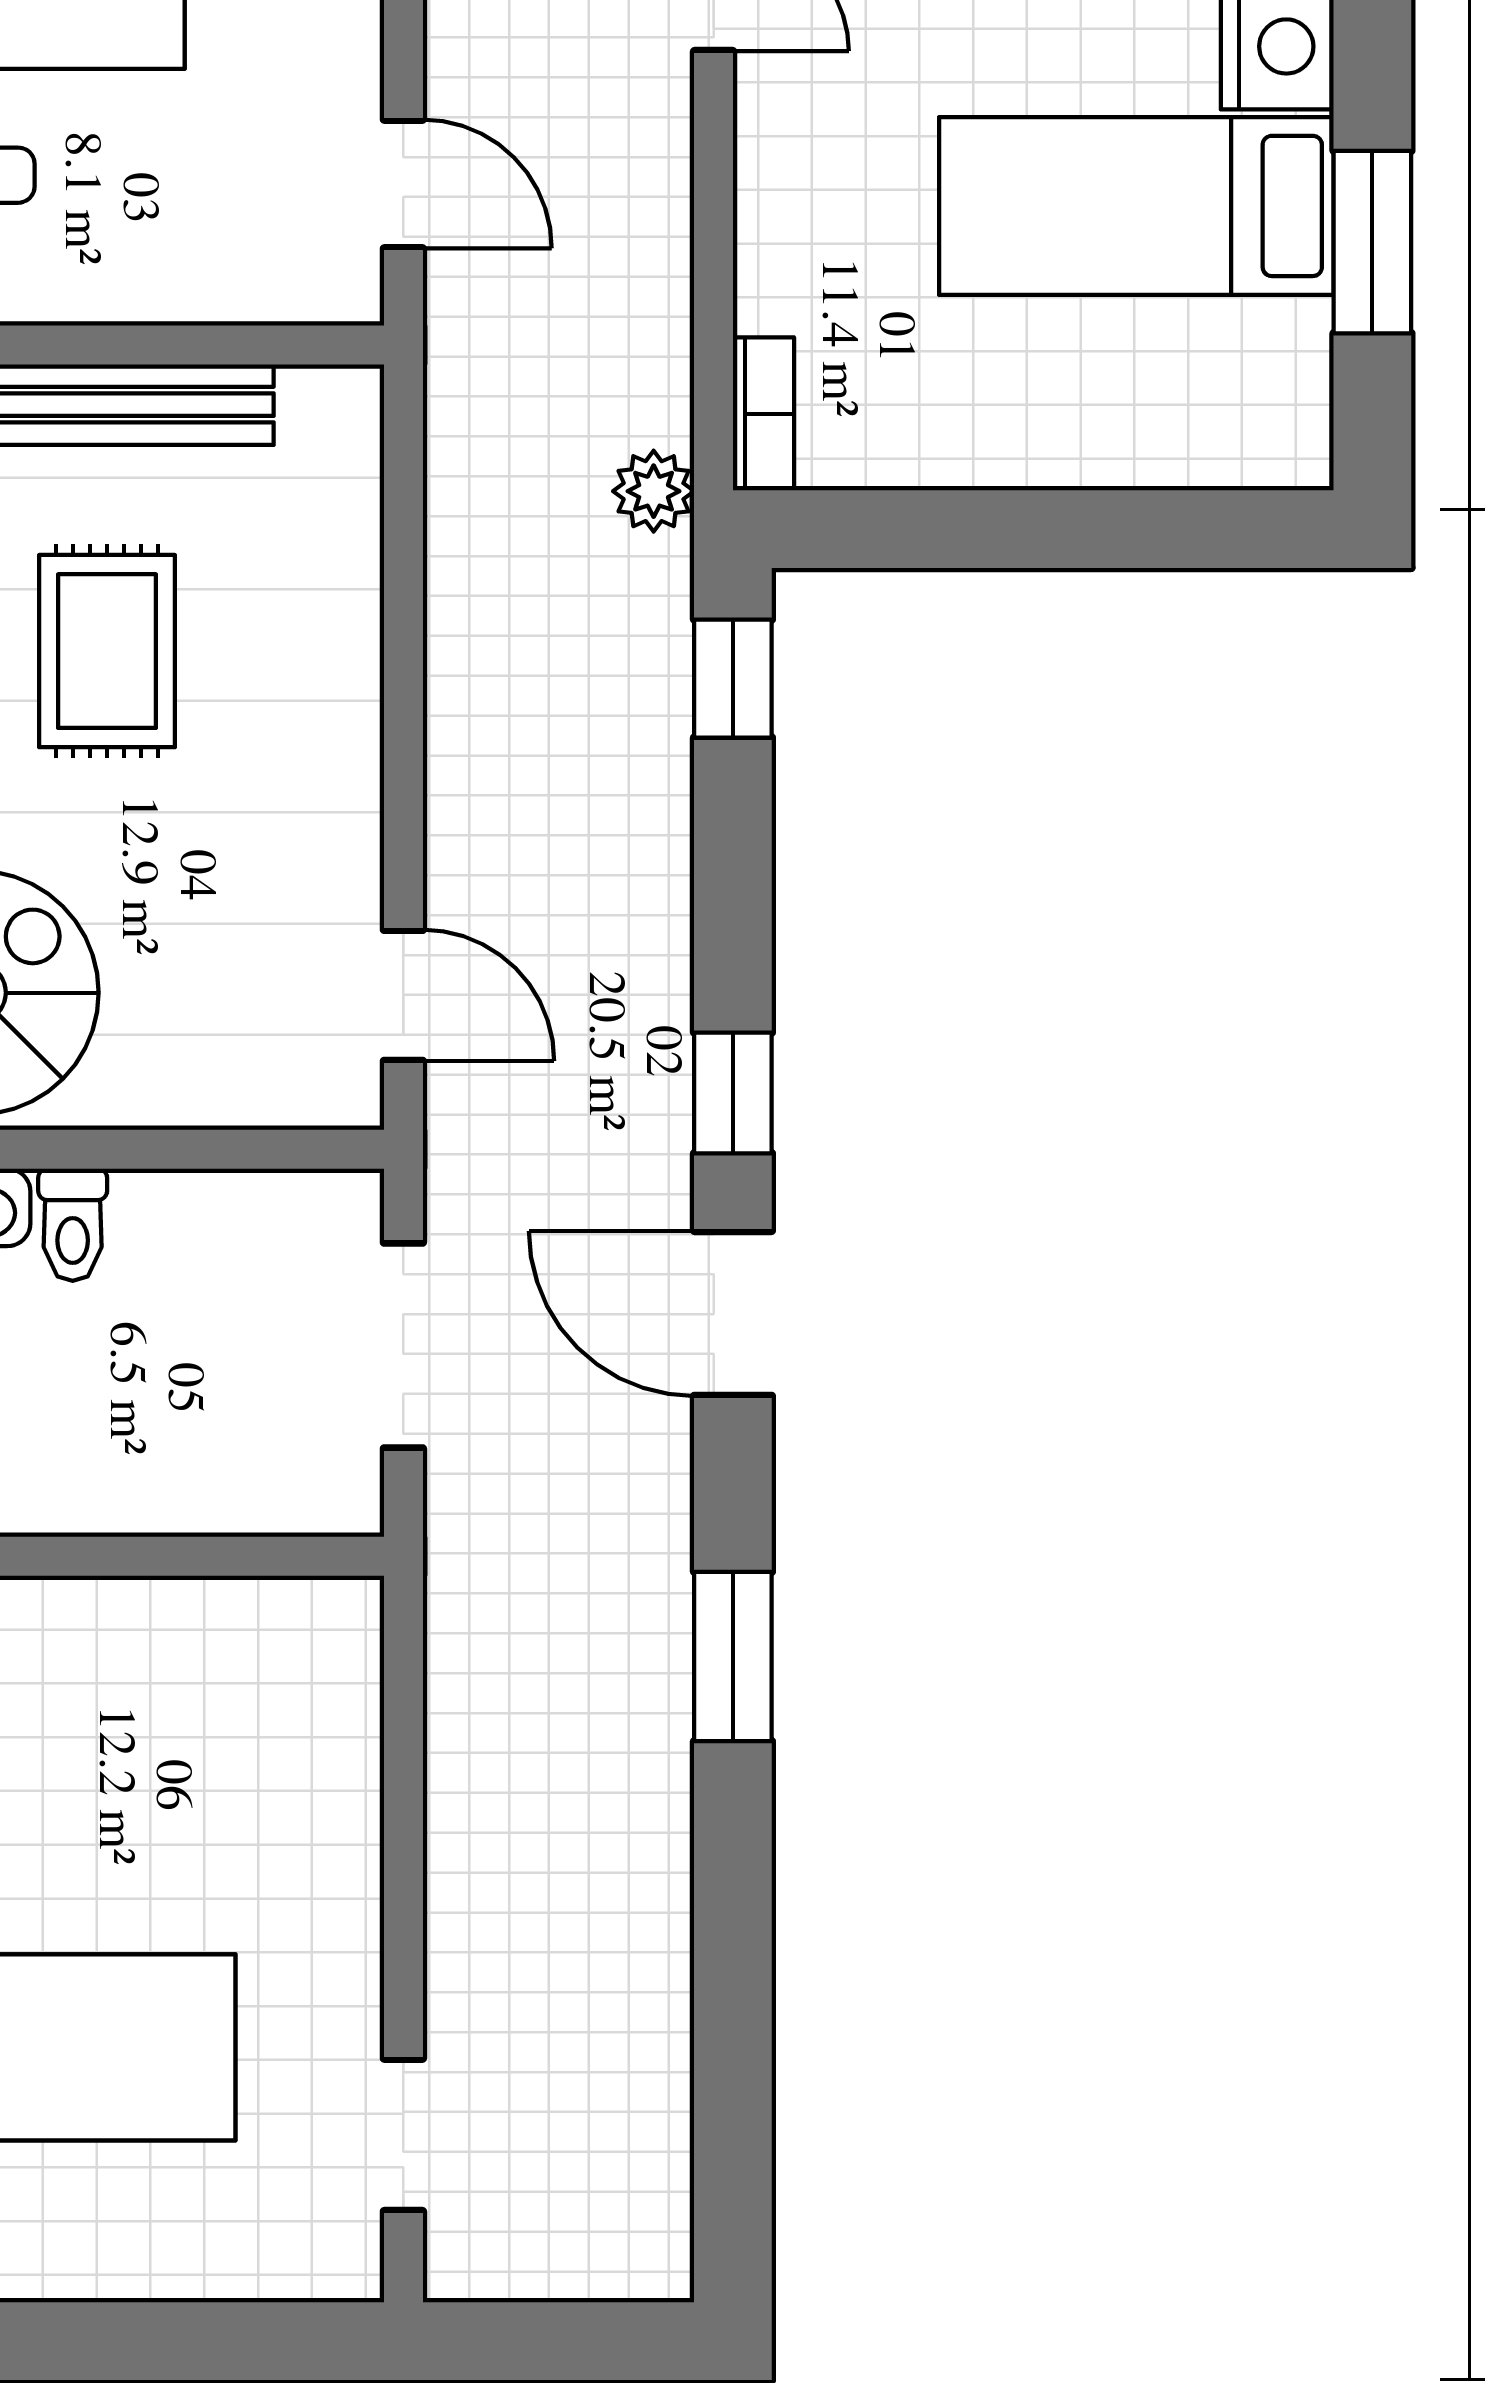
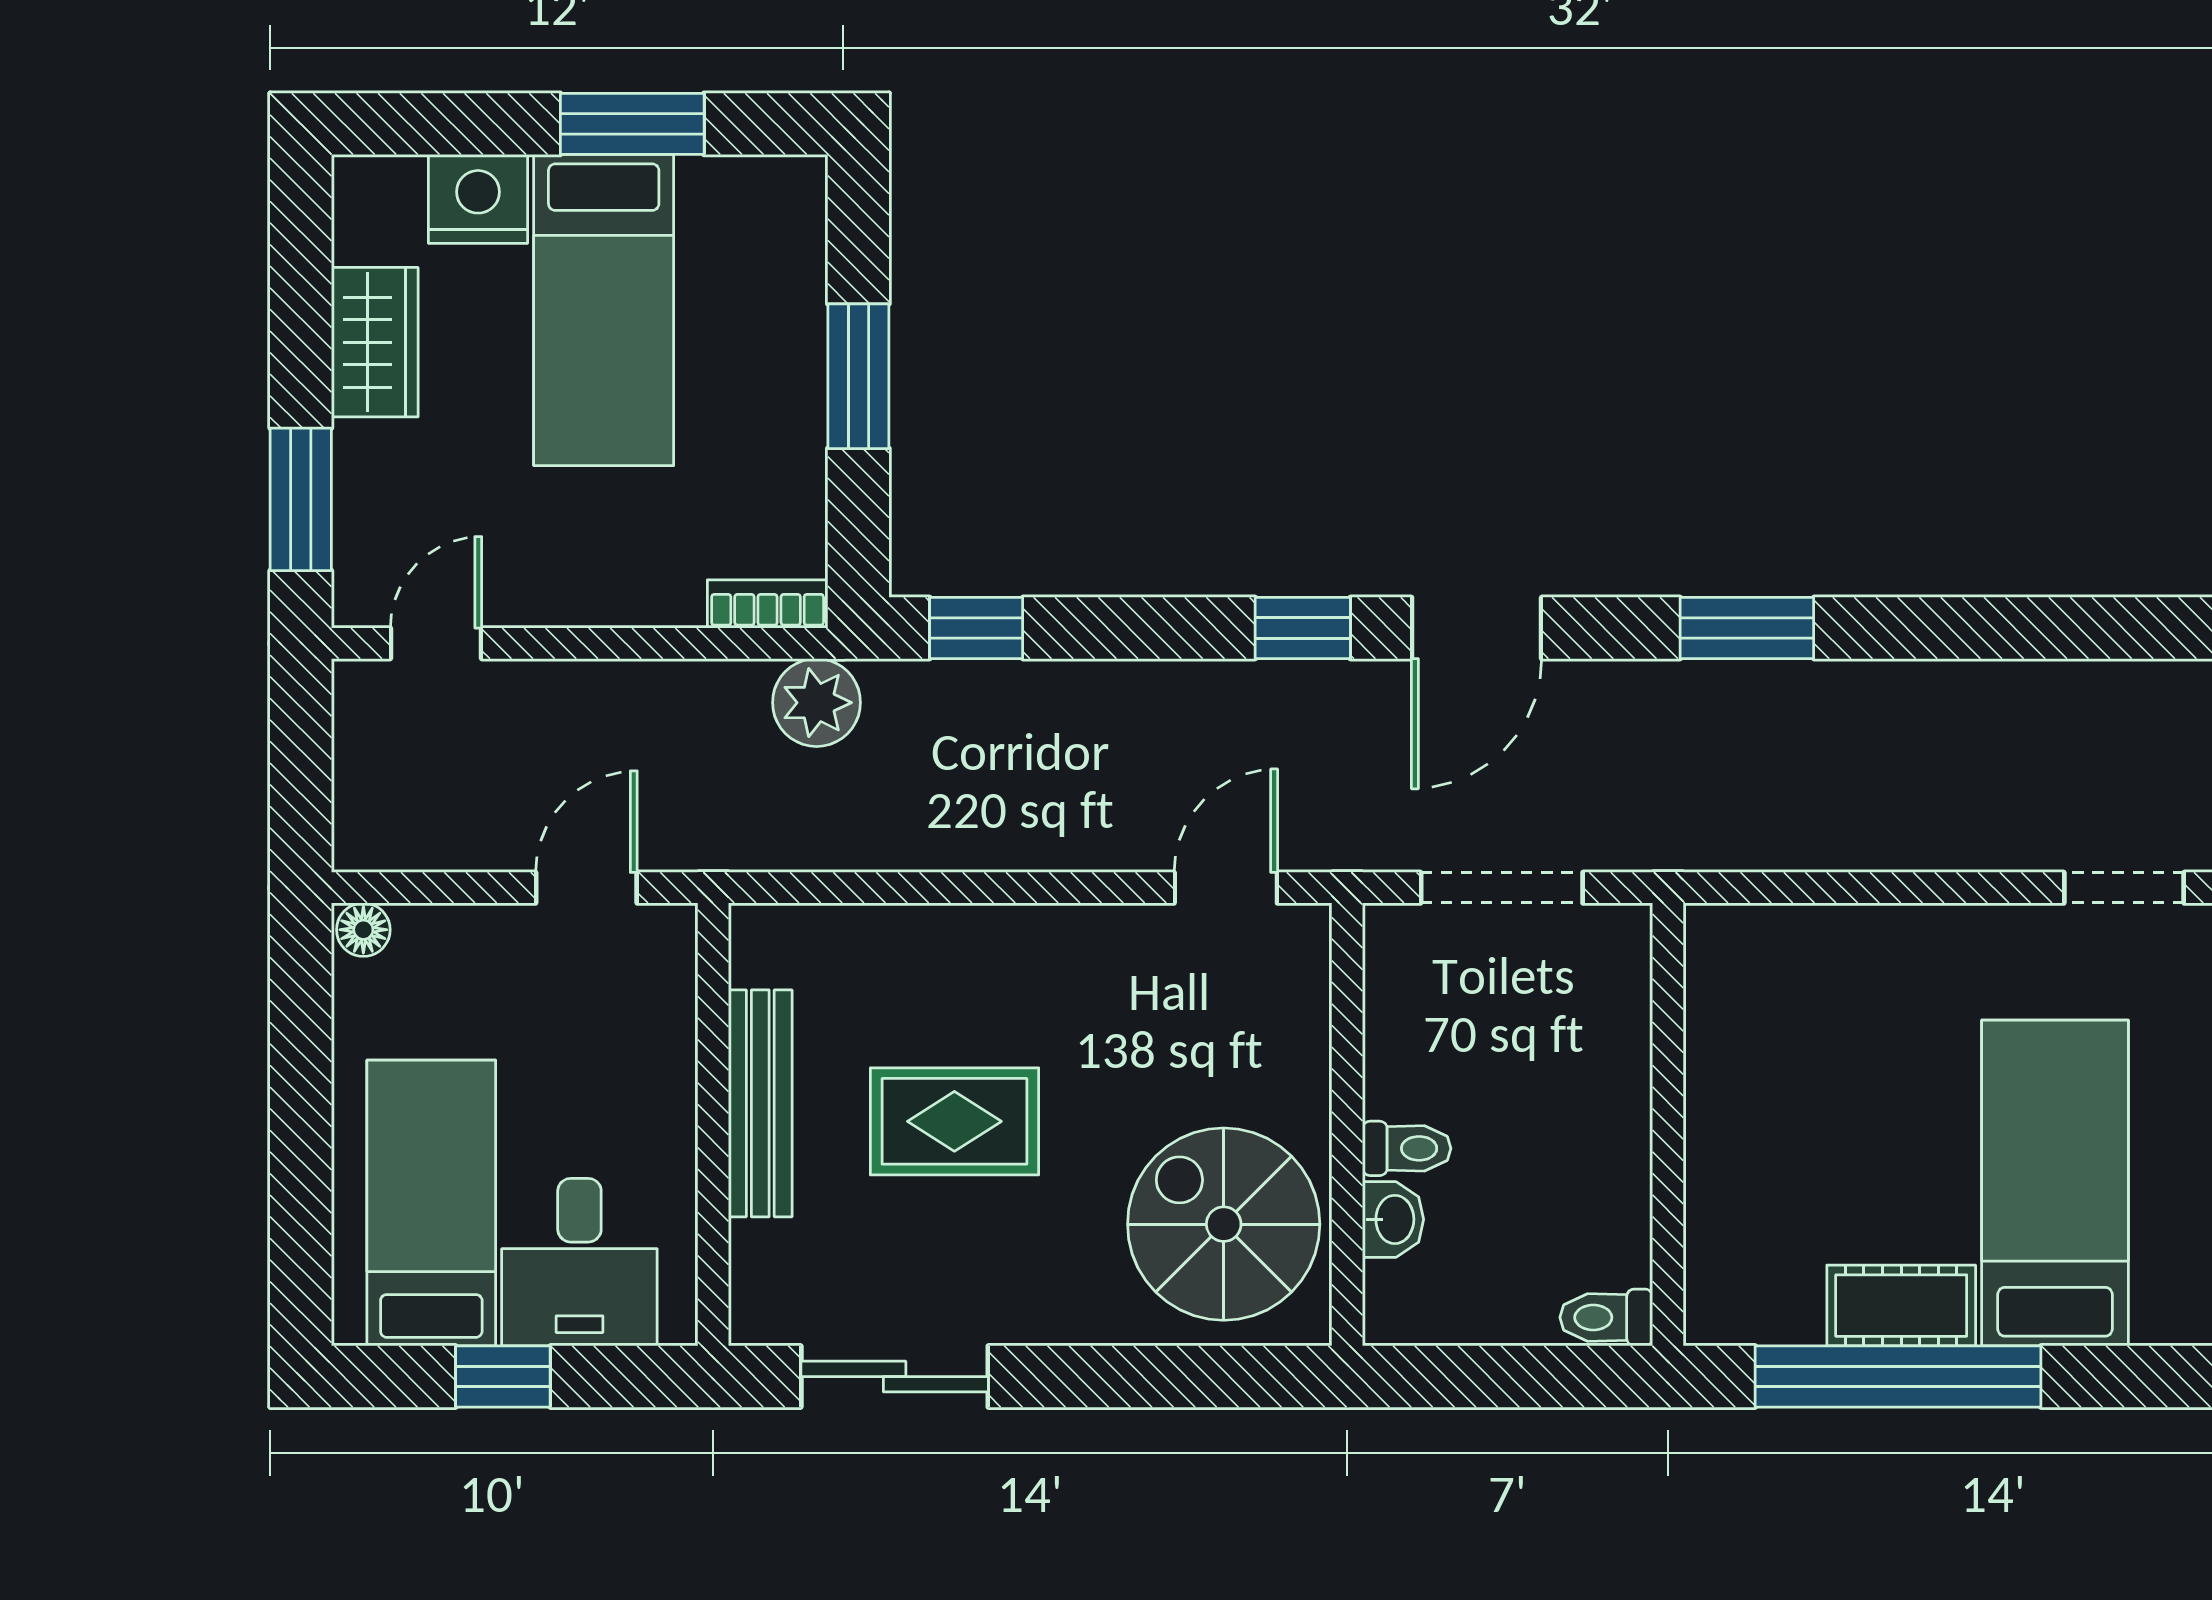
plant: (654, 491) -> (816, 703), width x1.38, depth x1.38
window: (1052, 529) -> (858, 376), added

